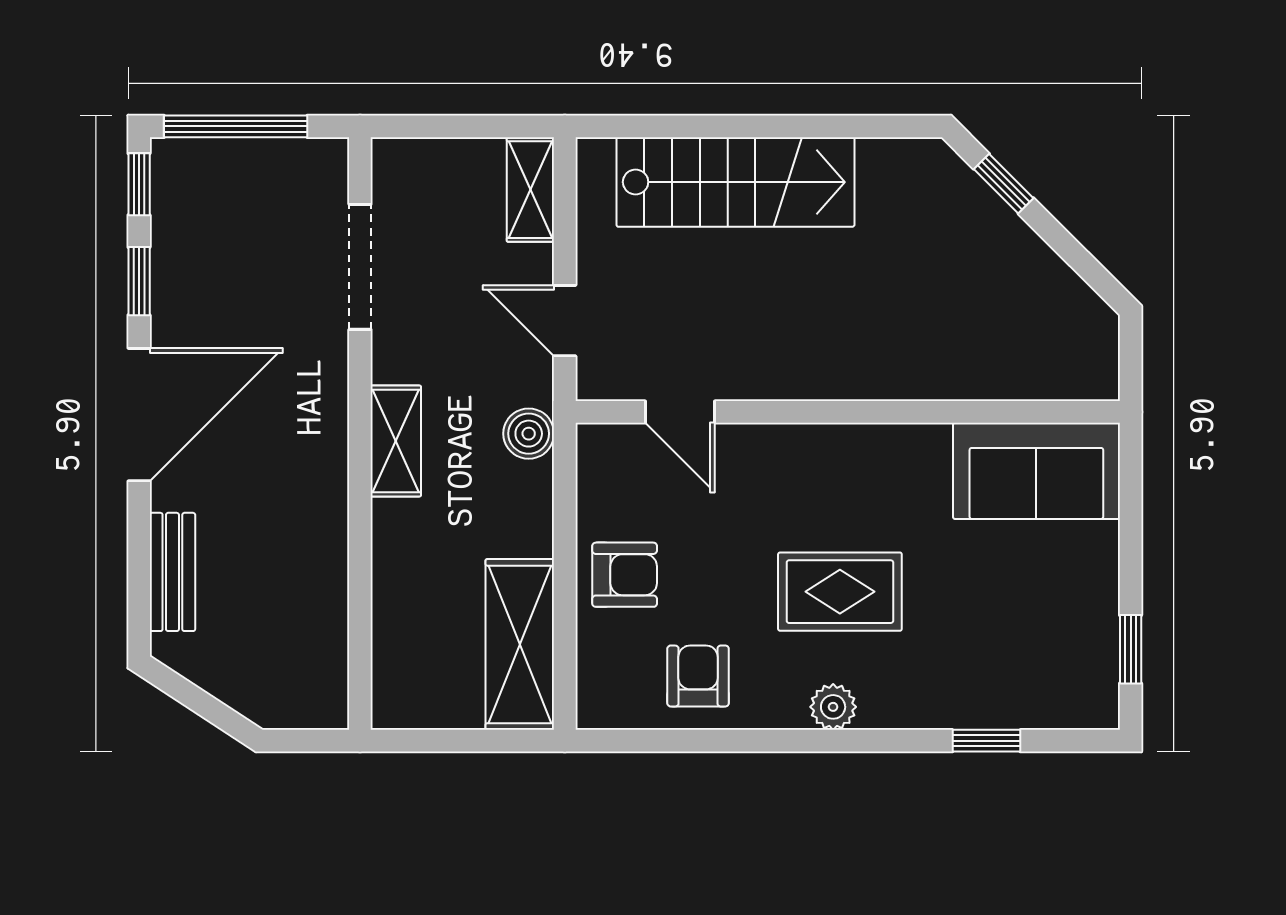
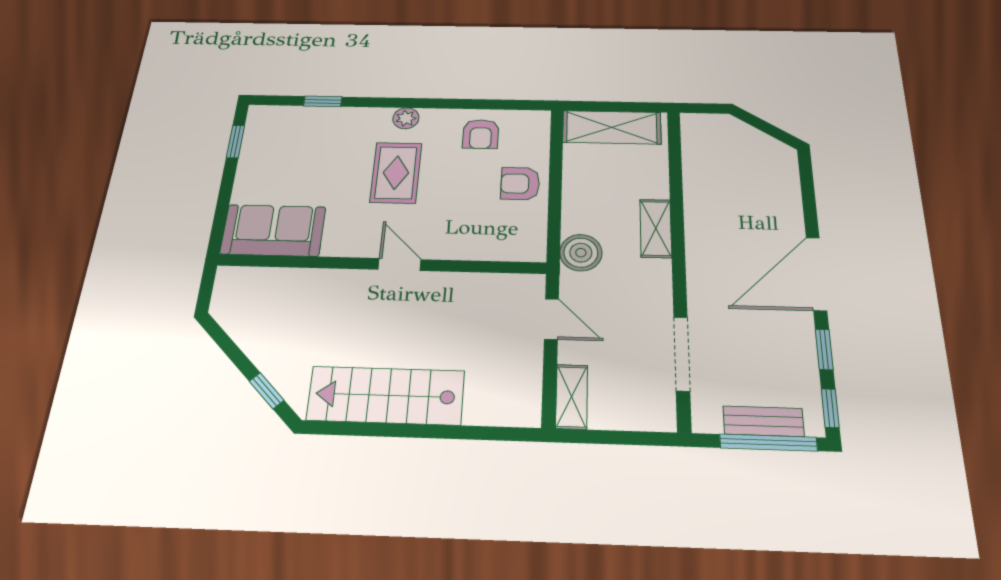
stairs: (735, 182) -> (386, 395), moved
door: (680, 412) -> (400, 265), moved
boiler: (529, 434) -> (581, 253), width x1.36, depth x1.36
shelving: (396, 441) -> (656, 228), moved
bench: (172, 572) -> (763, 421), moved, turned 90
rug: (840, 592) -> (396, 173), turned 90
shelving: (520, 644) -> (612, 127), moved, turned 90

